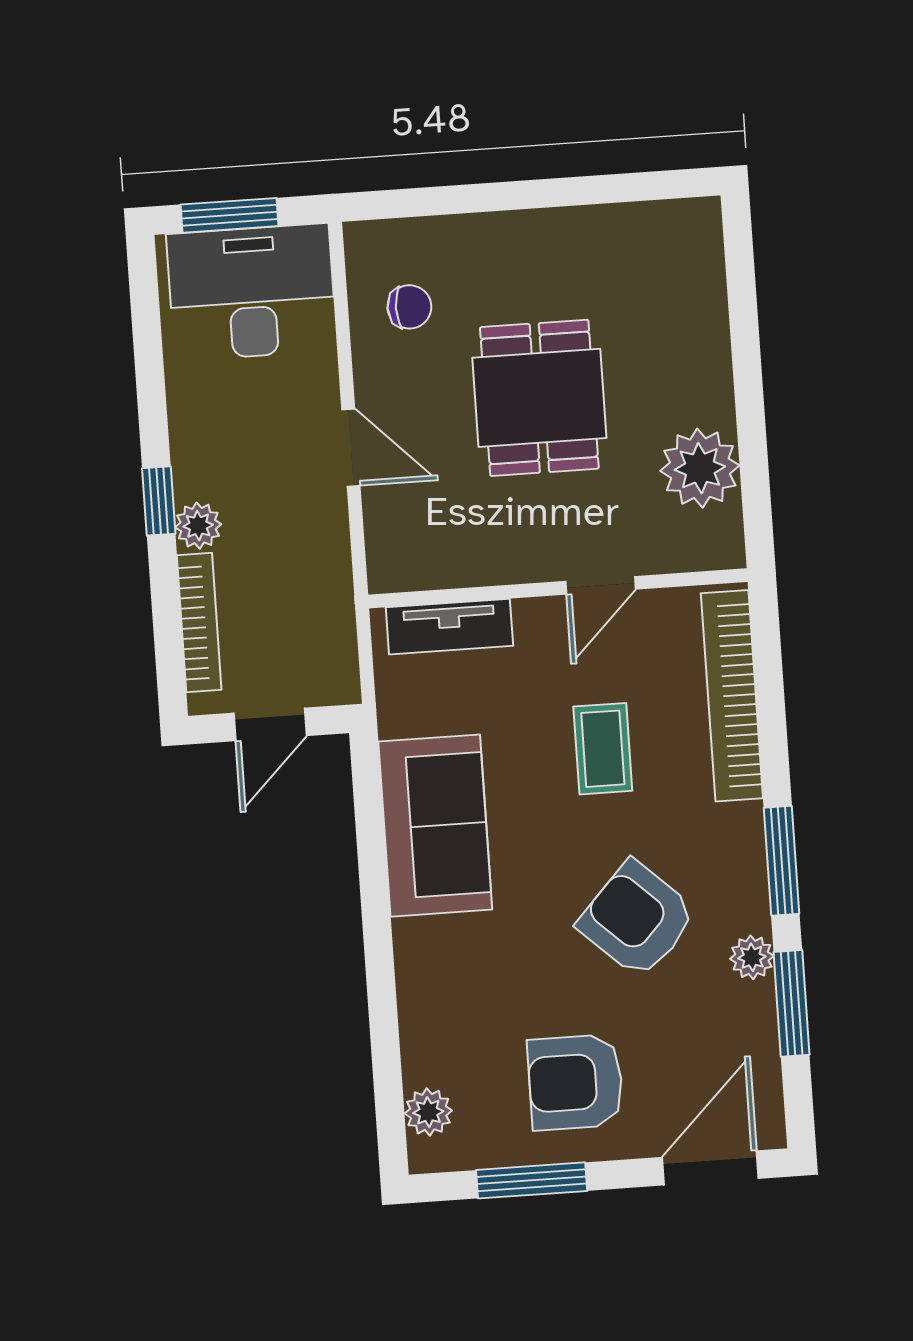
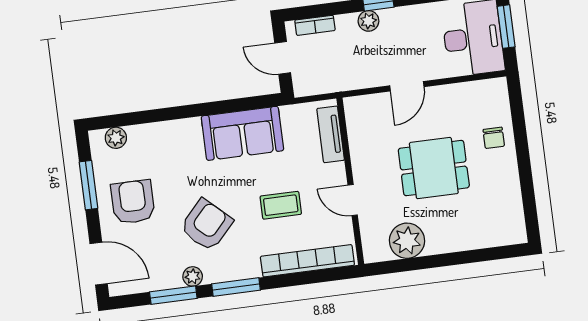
chair: (409, 307) -> (494, 138), moved
bookcase: (199, 623) -> (315, 25), width x0.64

